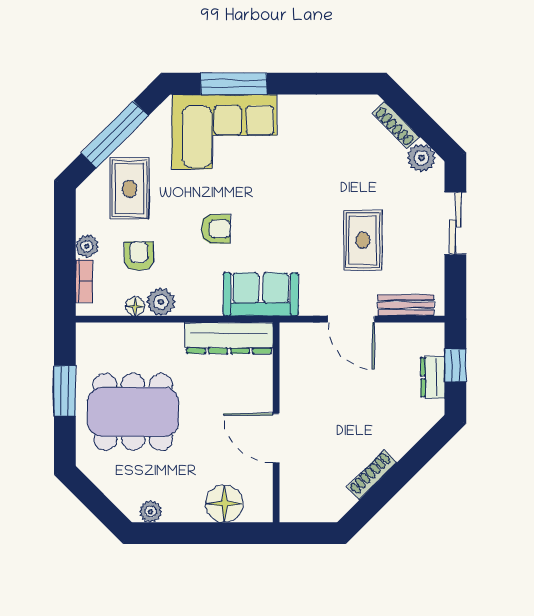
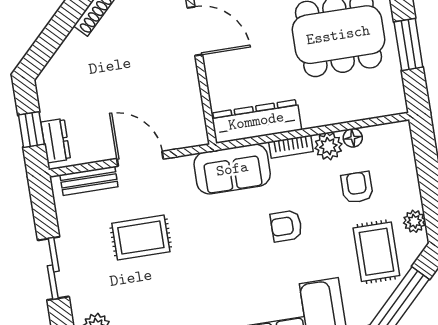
rug: (363, 240) -> (141, 238), turned 90
plant: (87, 246) -> (414, 221), moved
armchair: (139, 256) -> (357, 187), turned 180
bookcase: (84, 281) -> (291, 147), moved, turned -90
dresser: (433, 377) -> (56, 141), moved

